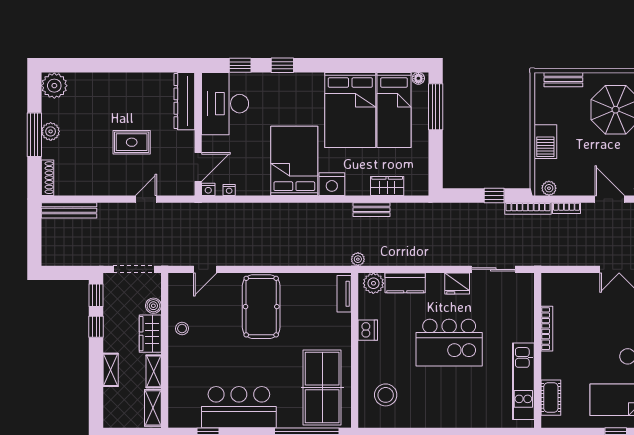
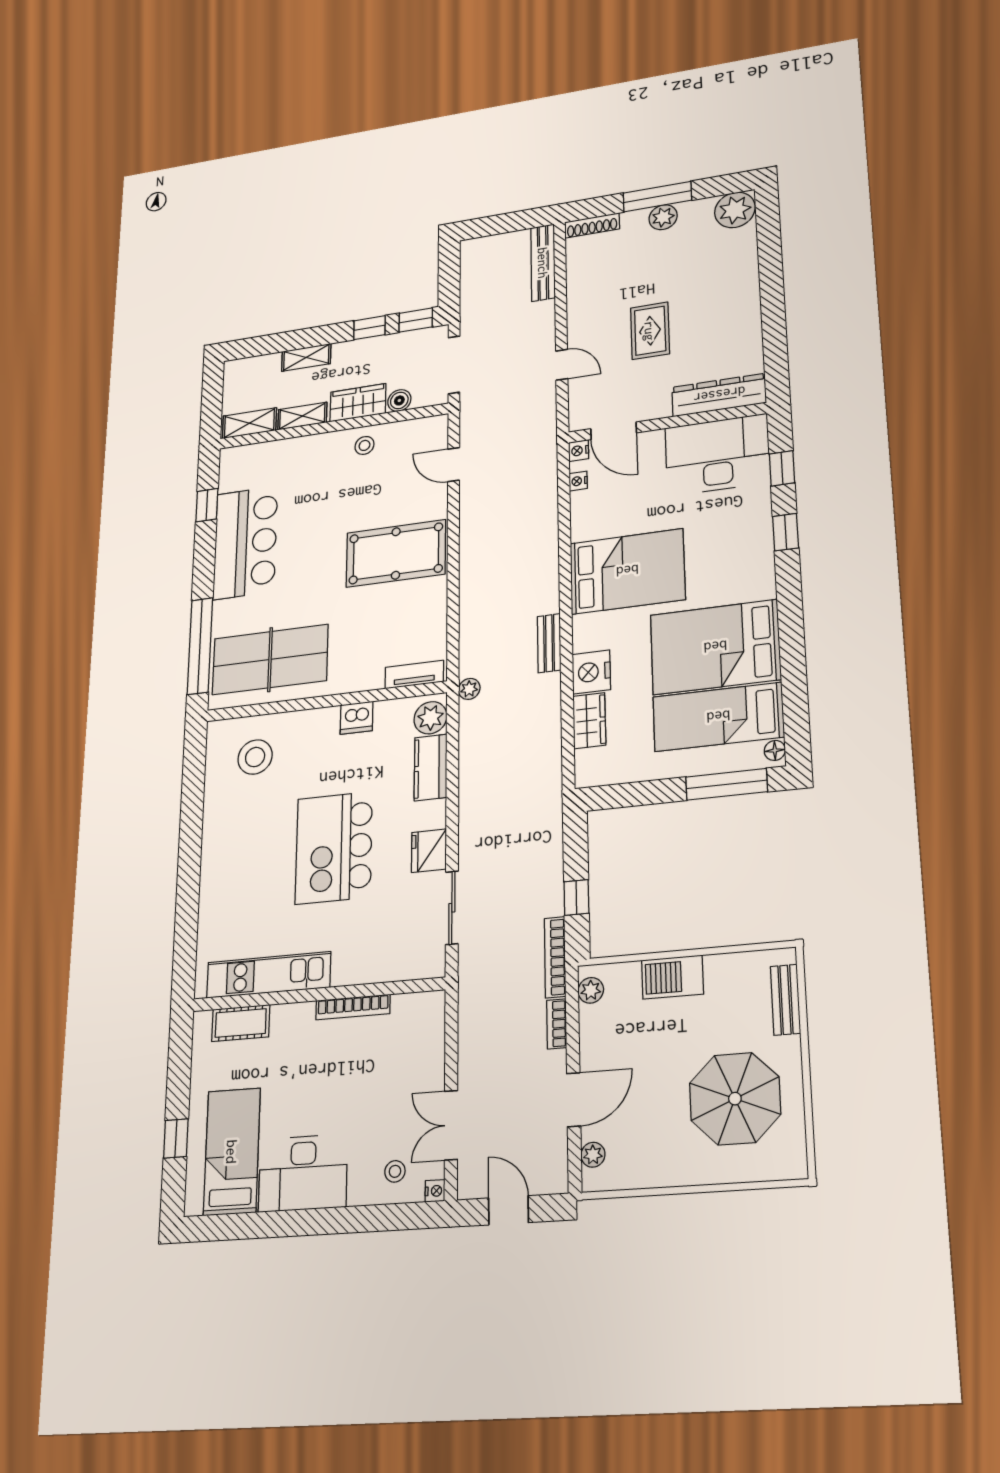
nightstand: (332, 184) -> (591, 672), moved
bench: (372, 210) -> (549, 643), moved

